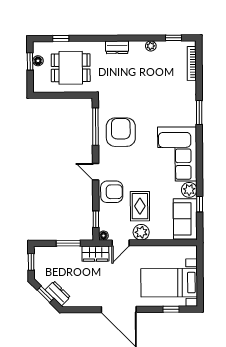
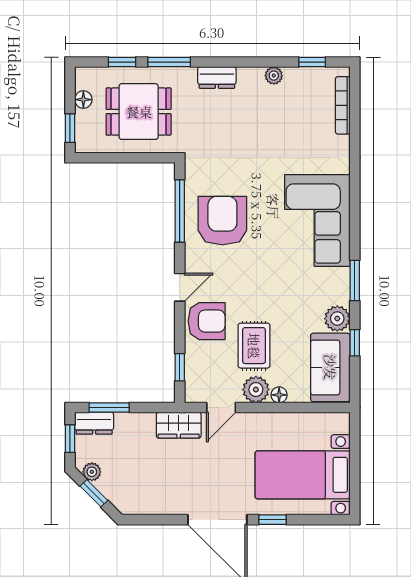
window: (89, 38) -> (169, 62), added
window: (30, 61) -> (70, 128), moved
window: (199, 112) -> (355, 281), moved
corner sofa: (177, 154) -> (317, 220), moved
door: (96, 172) -> (180, 287), swing flipped
floor lamp: (103, 236) -> (279, 395), moved
window: (68, 243) -> (109, 408), moved
plant: (44, 282) -> (92, 472), added
dresser: (58, 293) -> (94, 423), moved, turned 135
window: (171, 309) -> (273, 520), moved

